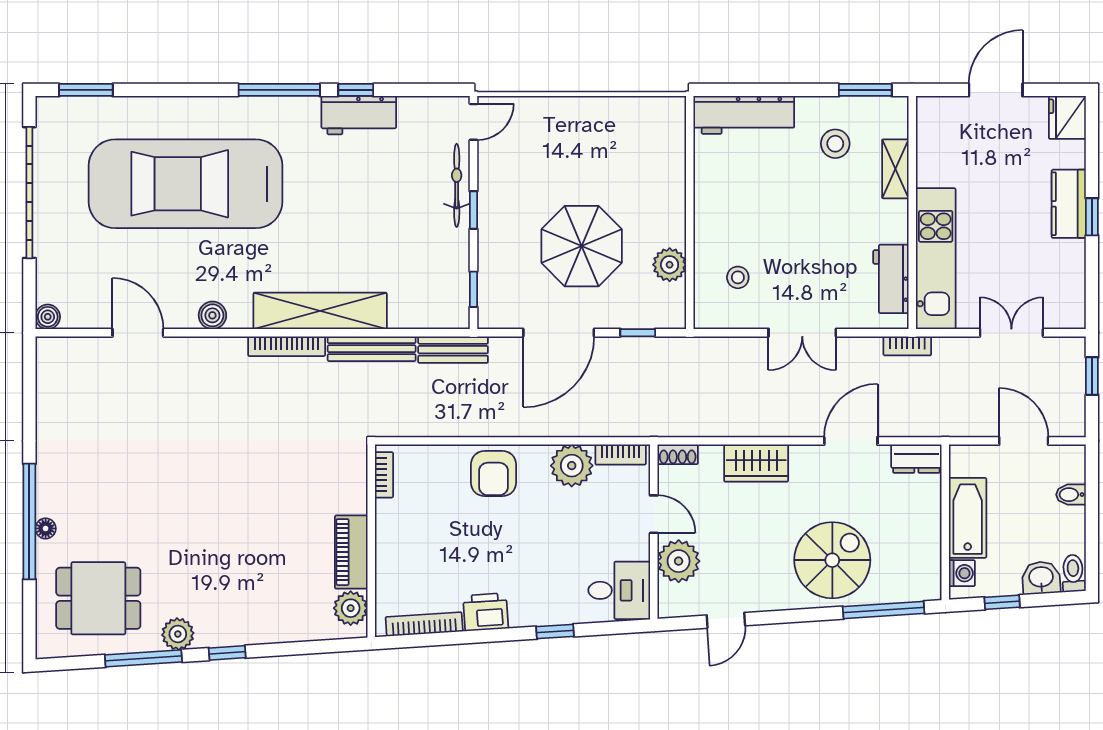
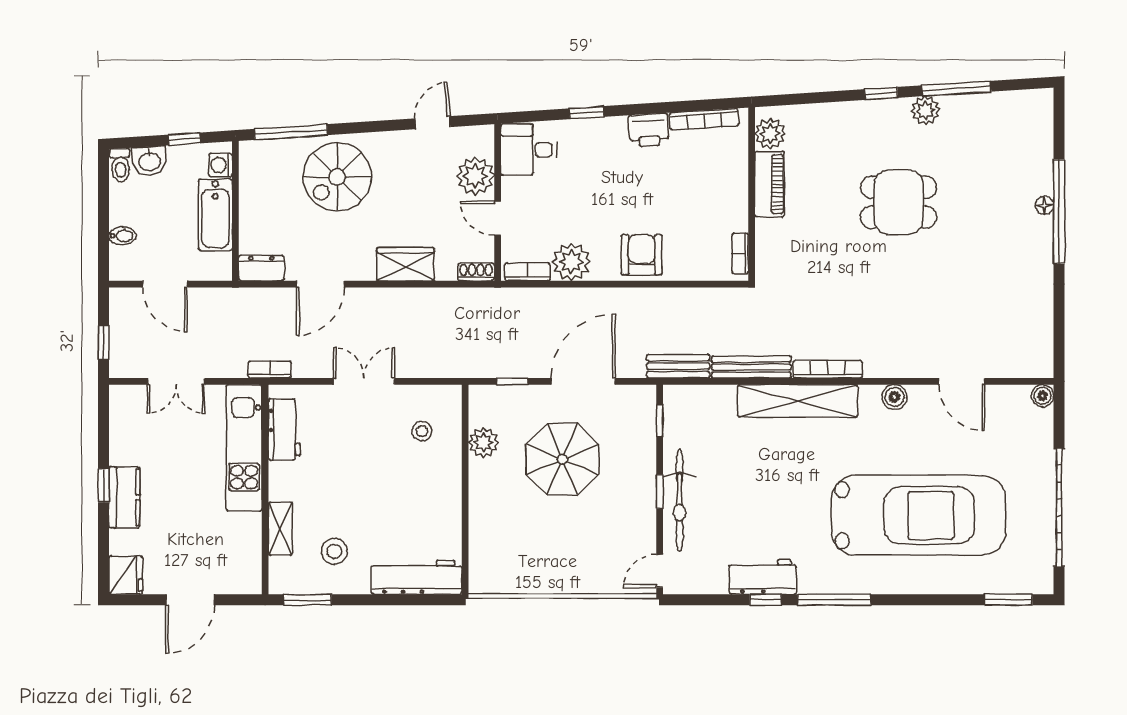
bicycle: (457, 185) -> (680, 500), width x1.37, depth x1.40
dining table: (98, 598) -> (899, 202), moved

